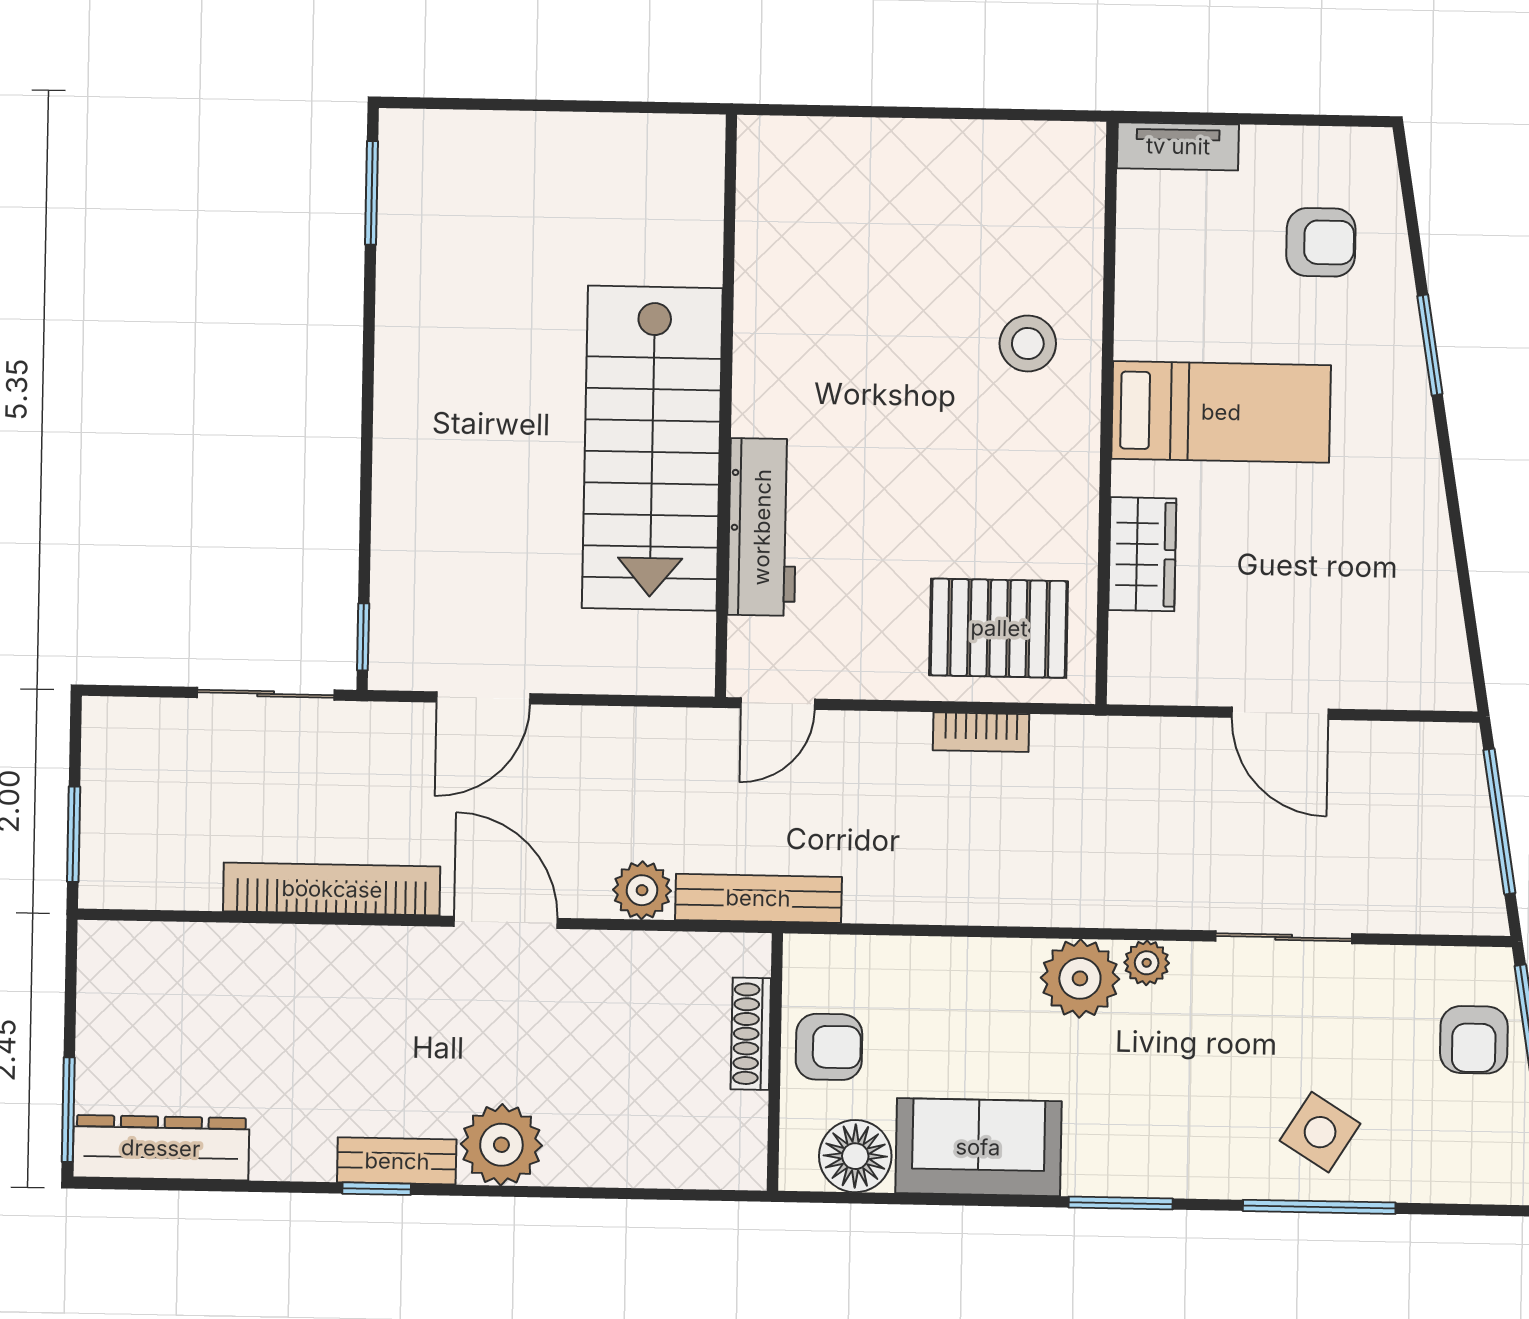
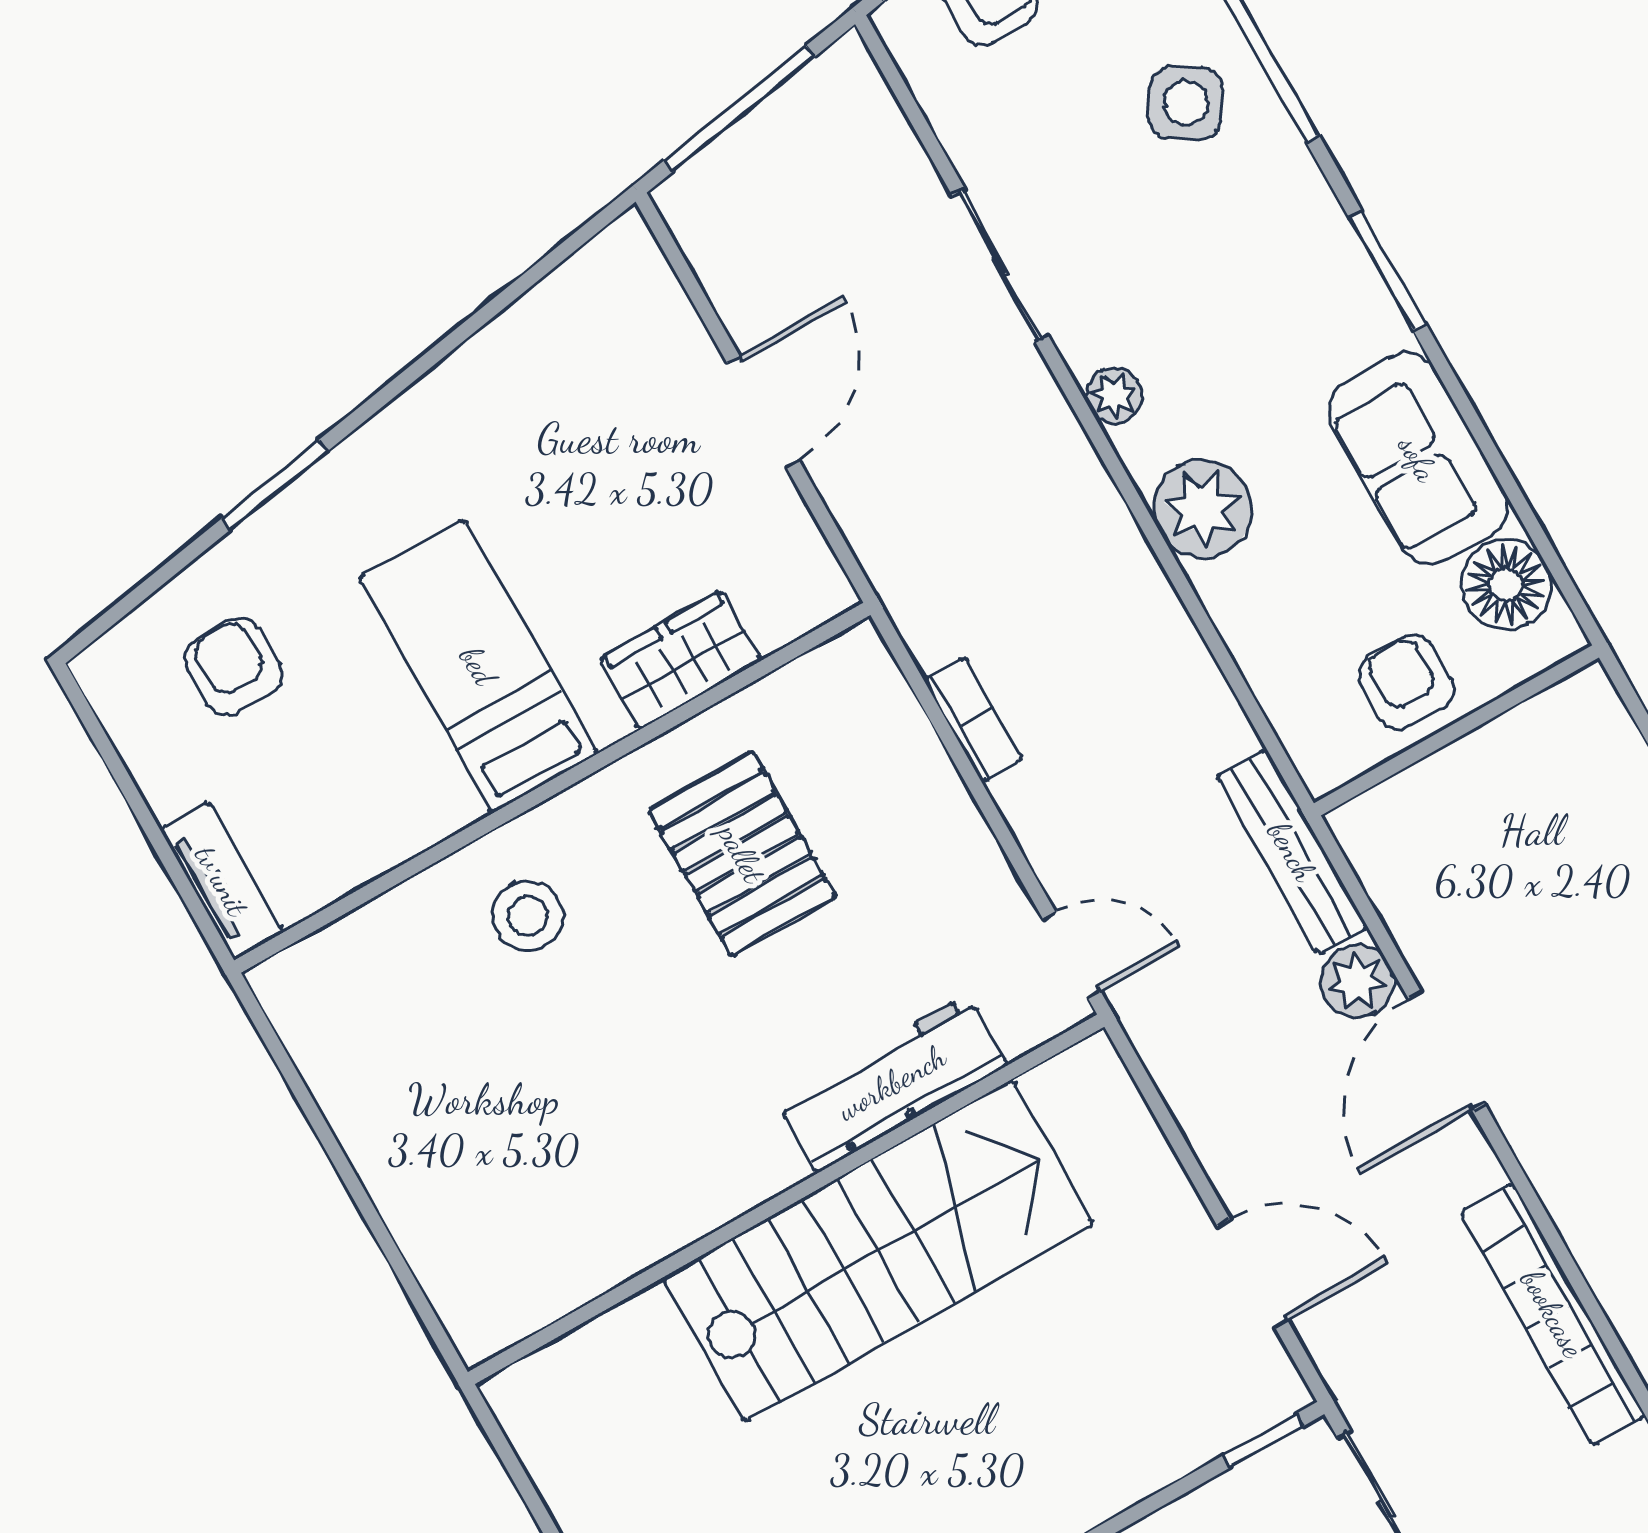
pallet: (999, 628) -> (742, 854), moved
door: (506, 922) -> (1446, 1051), moved
plant: (1080, 978) -> (1203, 509), moved
shoe rack: (751, 1034) -> (1442, 774), removed

